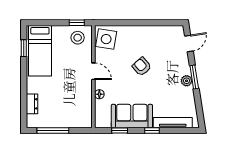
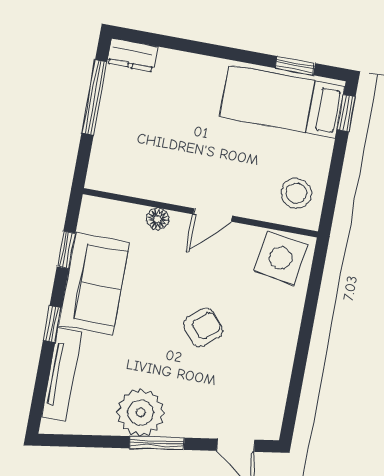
window: (77, 23) -> (346, 113), moved
plant: (187, 81) -> (141, 412), width x1.88, depth x1.88
dresser: (32, 104) -> (132, 55), moved

